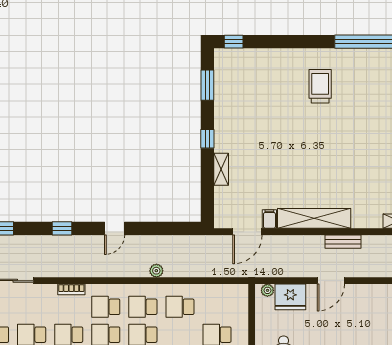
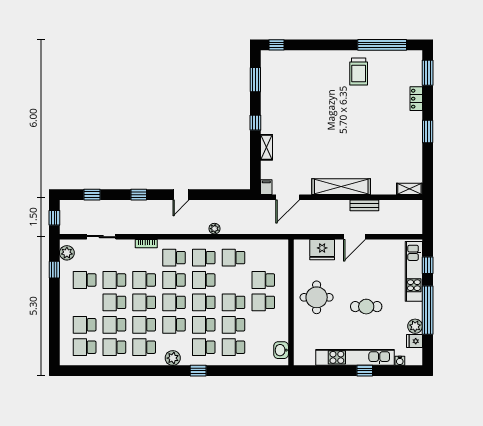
trolley: (320, 86) -> (359, 72), moved, turned 180
filing cabinet: (269, 219) -> (266, 187), moved
plant: (267, 290) -> (304, 244), removed

